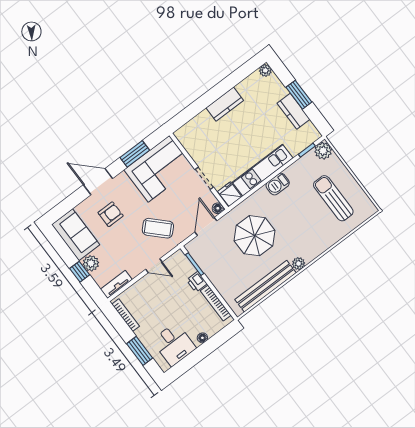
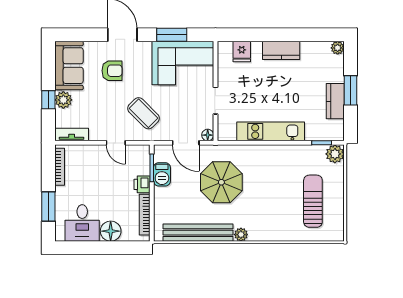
barbecue: (278, 184) -> (162, 174), moved, turned -90
fridge: (230, 194) -> (242, 51), moved, turned 180
door: (206, 226) -> (186, 143), swing flipped
floor lamp: (202, 338) -> (111, 231), width x1.89, depth x1.89

